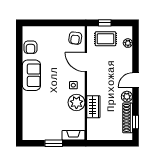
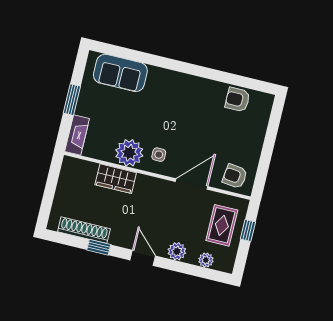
sofa: (31, 75) -> (120, 73), moved
plant: (127, 97) -> (177, 251), moved
window: (135, 122) -> (99, 247), moved

